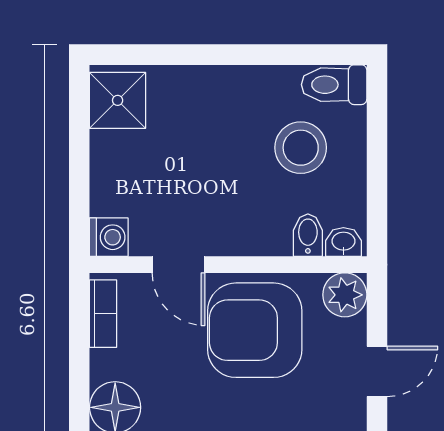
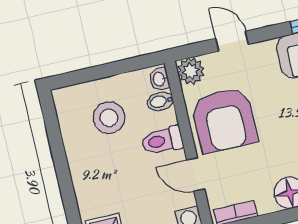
toilet: (334, 85) -> (162, 141), moved, turned 90
door: (179, 265) -> (196, 175), swing flipped

